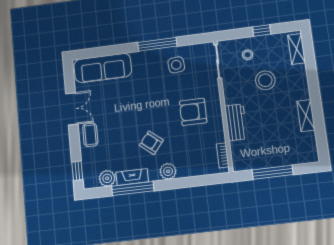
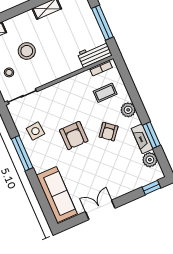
armchair: (193, 112) -> (74, 135), moved
workbench: (236, 122) -> (95, 54), moved
coffee table: (90, 135) -> (105, 93), moved
window: (133, 189) -> (152, 135), width x0.69

